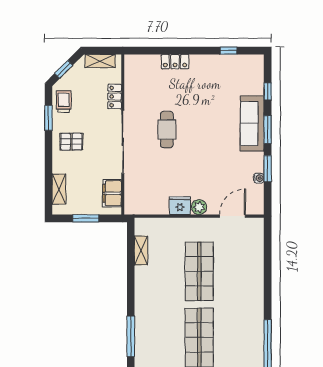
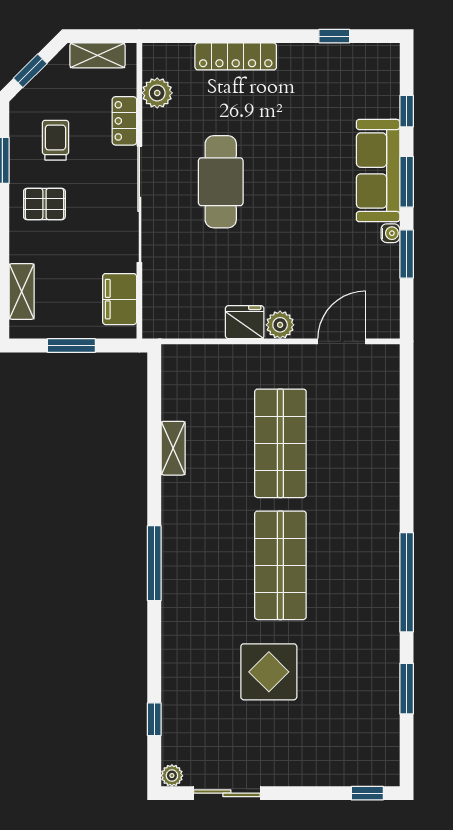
locker: (175, 62) -> (236, 56), width x1.53
plant: (132, 81) -> (157, 93), added
trolley: (64, 101) -> (55, 140), moved
cafe table: (167, 130) -> (221, 182), width x1.37, depth x1.35
water cooler: (259, 178) -> (390, 233), moved
shelving: (141, 250) -> (173, 448), moved

